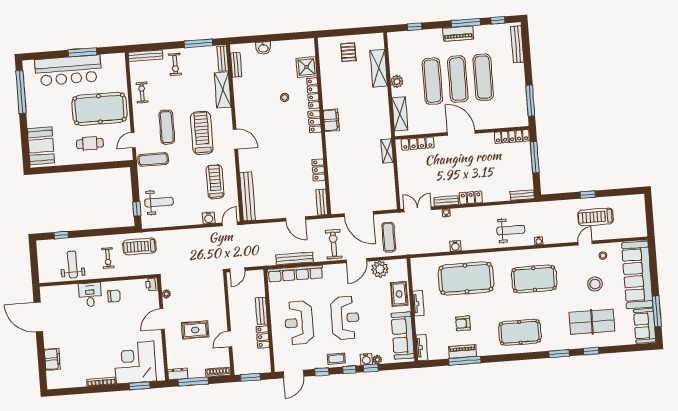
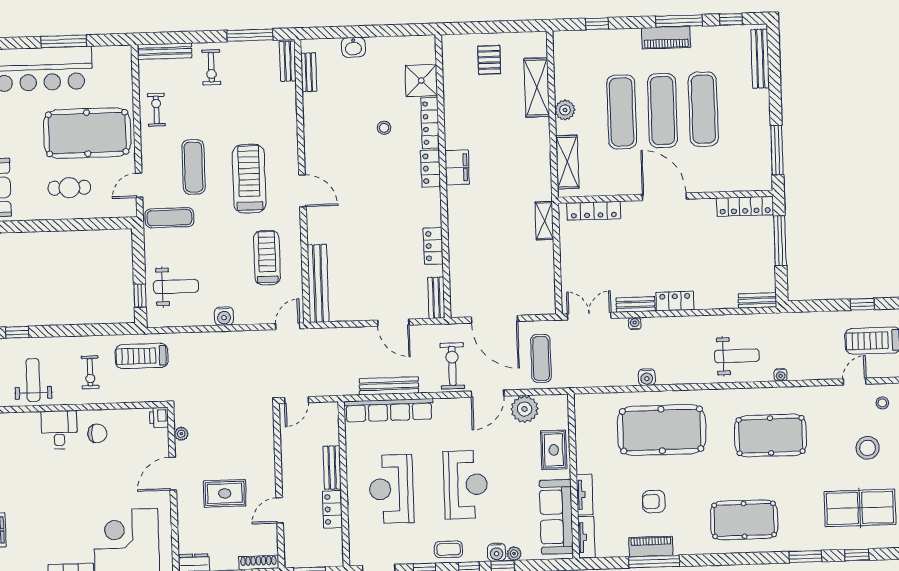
shelving: (223, 90) -> (286, 111), removed
water cooler: (209, 218) -> (224, 316), moved
tv unit: (418, 303) -> (585, 495), moved

